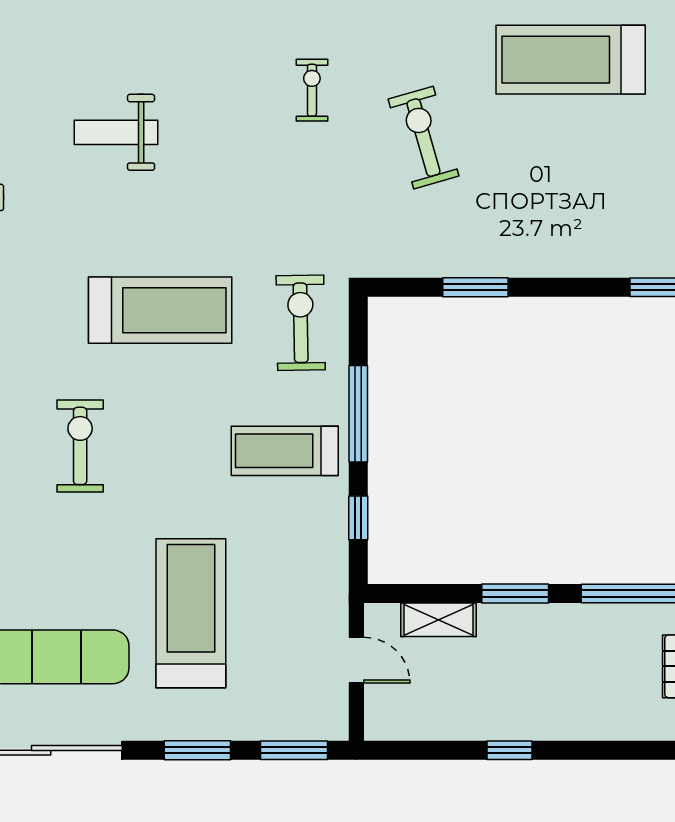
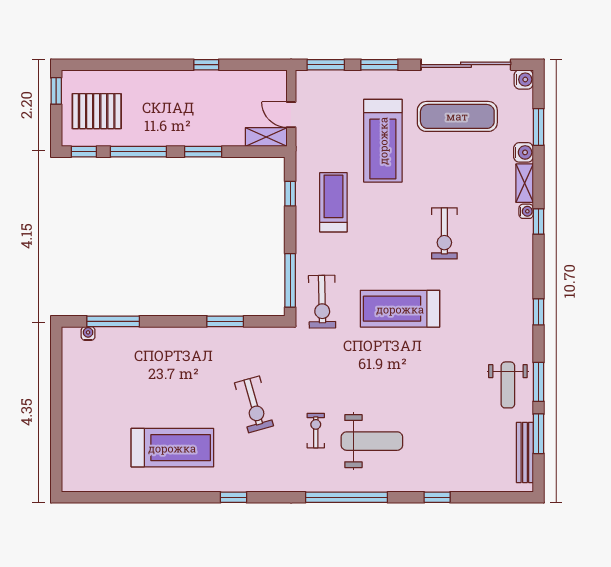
exercise bike: (312, 90) -> (316, 431), turned 180
weight bench: (116, 132) -> (372, 441), moved, width x1.36, depth x1.33
window: (358, 414) -> (290, 280), moved
treadmill: (285, 451) -> (333, 202), moved, turned -90
shelving: (439, 620) -> (266, 137), moved

